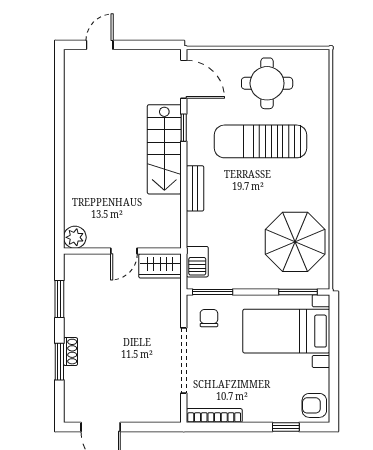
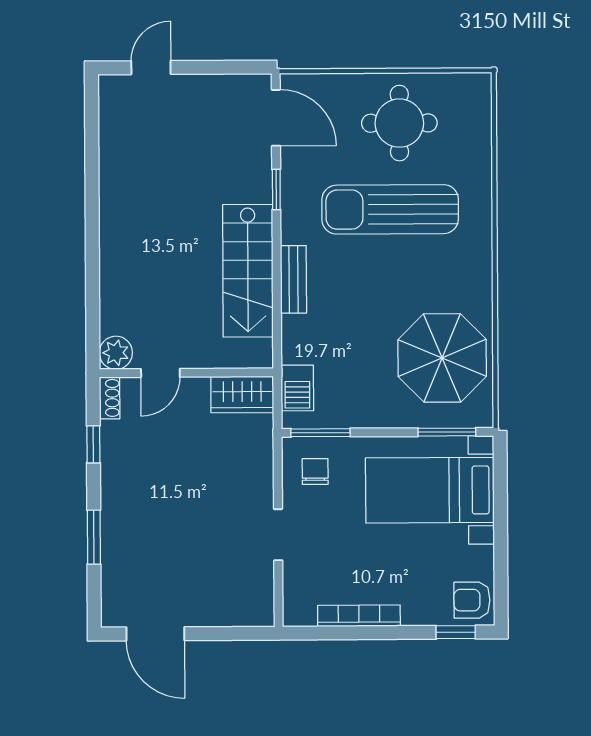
stairs: (164, 149) -> (248, 271), moved
door: (124, 251) -> (160, 373), moved
window: (59, 299) -> (93, 444), width x0.67
shoe rack: (71, 352) -> (110, 398), moved
doorway: (184, 361) -> (278, 535), width x0.53
bookcase: (214, 416) -> (359, 616), moved
window: (286, 427) -> (456, 632), moved

